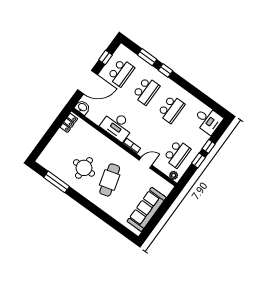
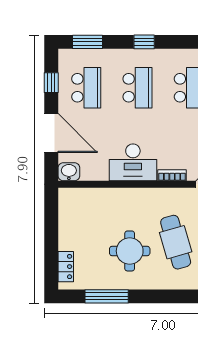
window: (147, 57) -> (88, 42), moved
door: (88, 82) -> (51, 133), hinge flipped
locker: (69, 123) -> (66, 267), moved

